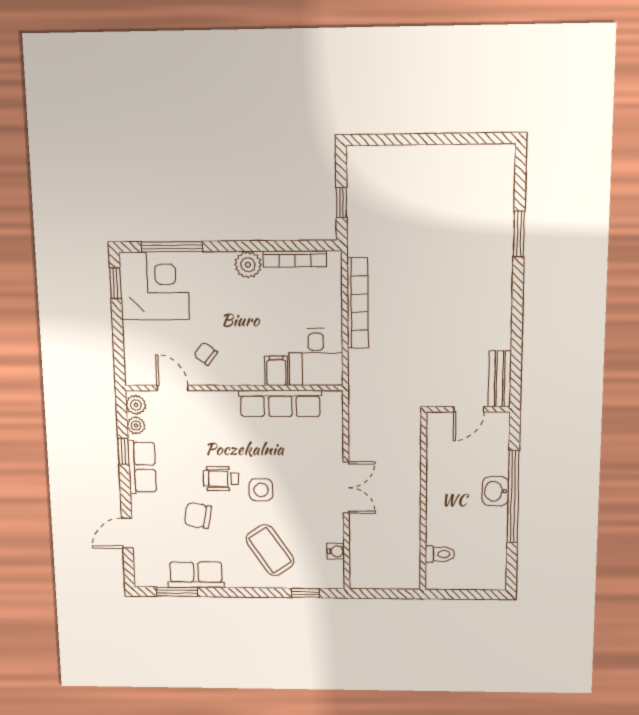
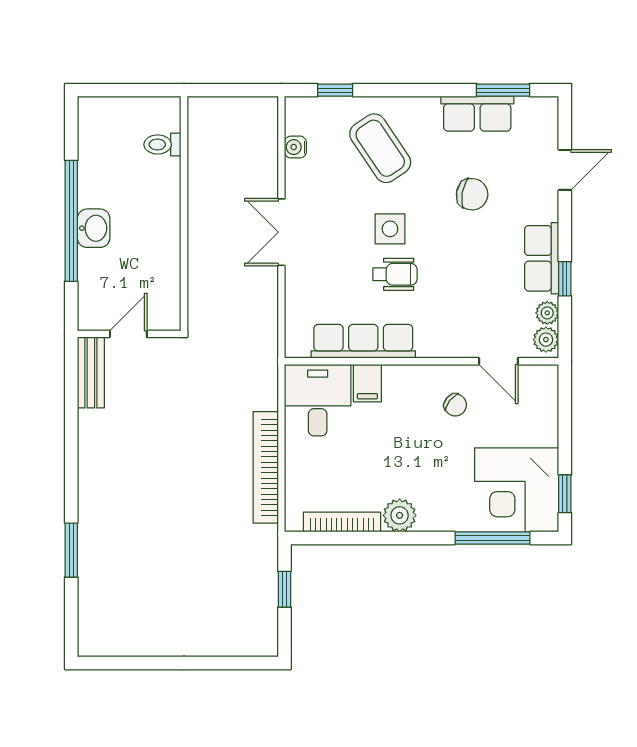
wheelchair: (221, 479) -> (395, 274), moved

